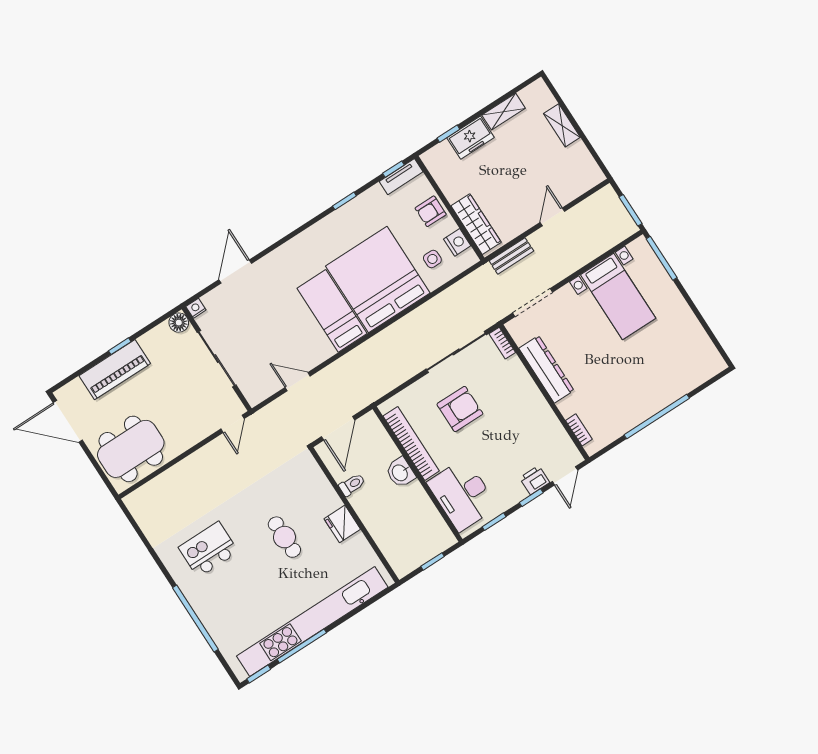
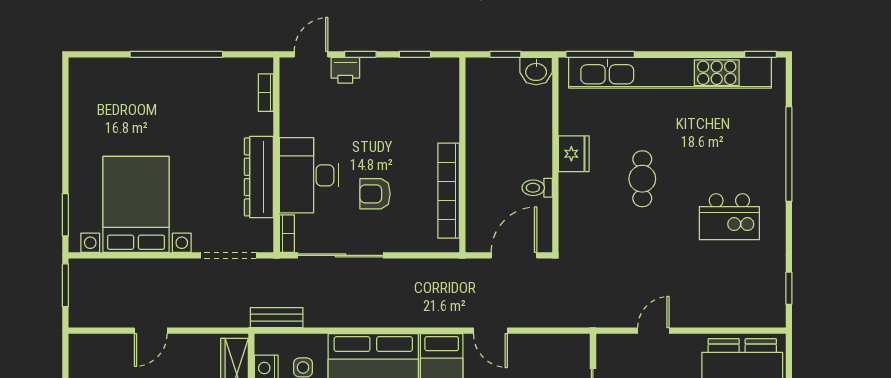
bench: (511, 256) -> (277, 318), moved
window: (662, 258) -> (65, 215), width x0.69
bed with nightstands: (618, 296) -> (136, 204), width x1.36
door: (298, 382) -> (490, 331), moved
armchair: (460, 409) -> (375, 194), width x0.72, depth x0.72
door: (232, 424) -> (653, 331), moved
washbasin: (400, 473) -> (536, 71), moved, turned 90
desk: (462, 495) -> (309, 175), moved, turned 180
window: (136, 527) -> (789, 288), added
window: (302, 646) -> (600, 54), moved

